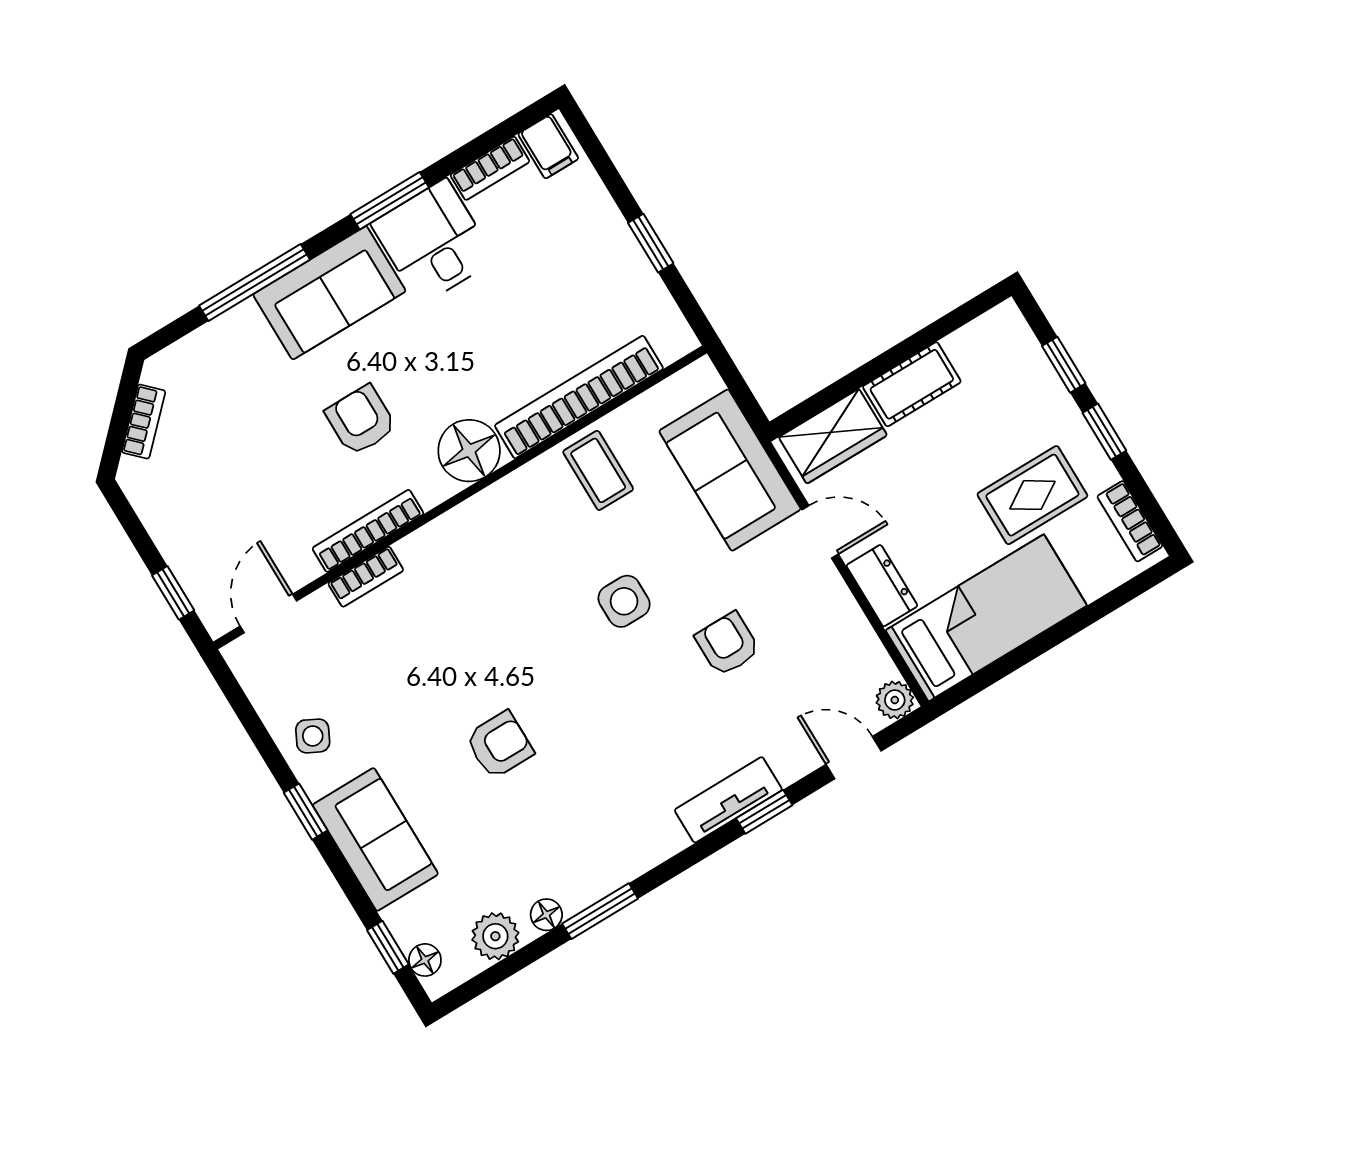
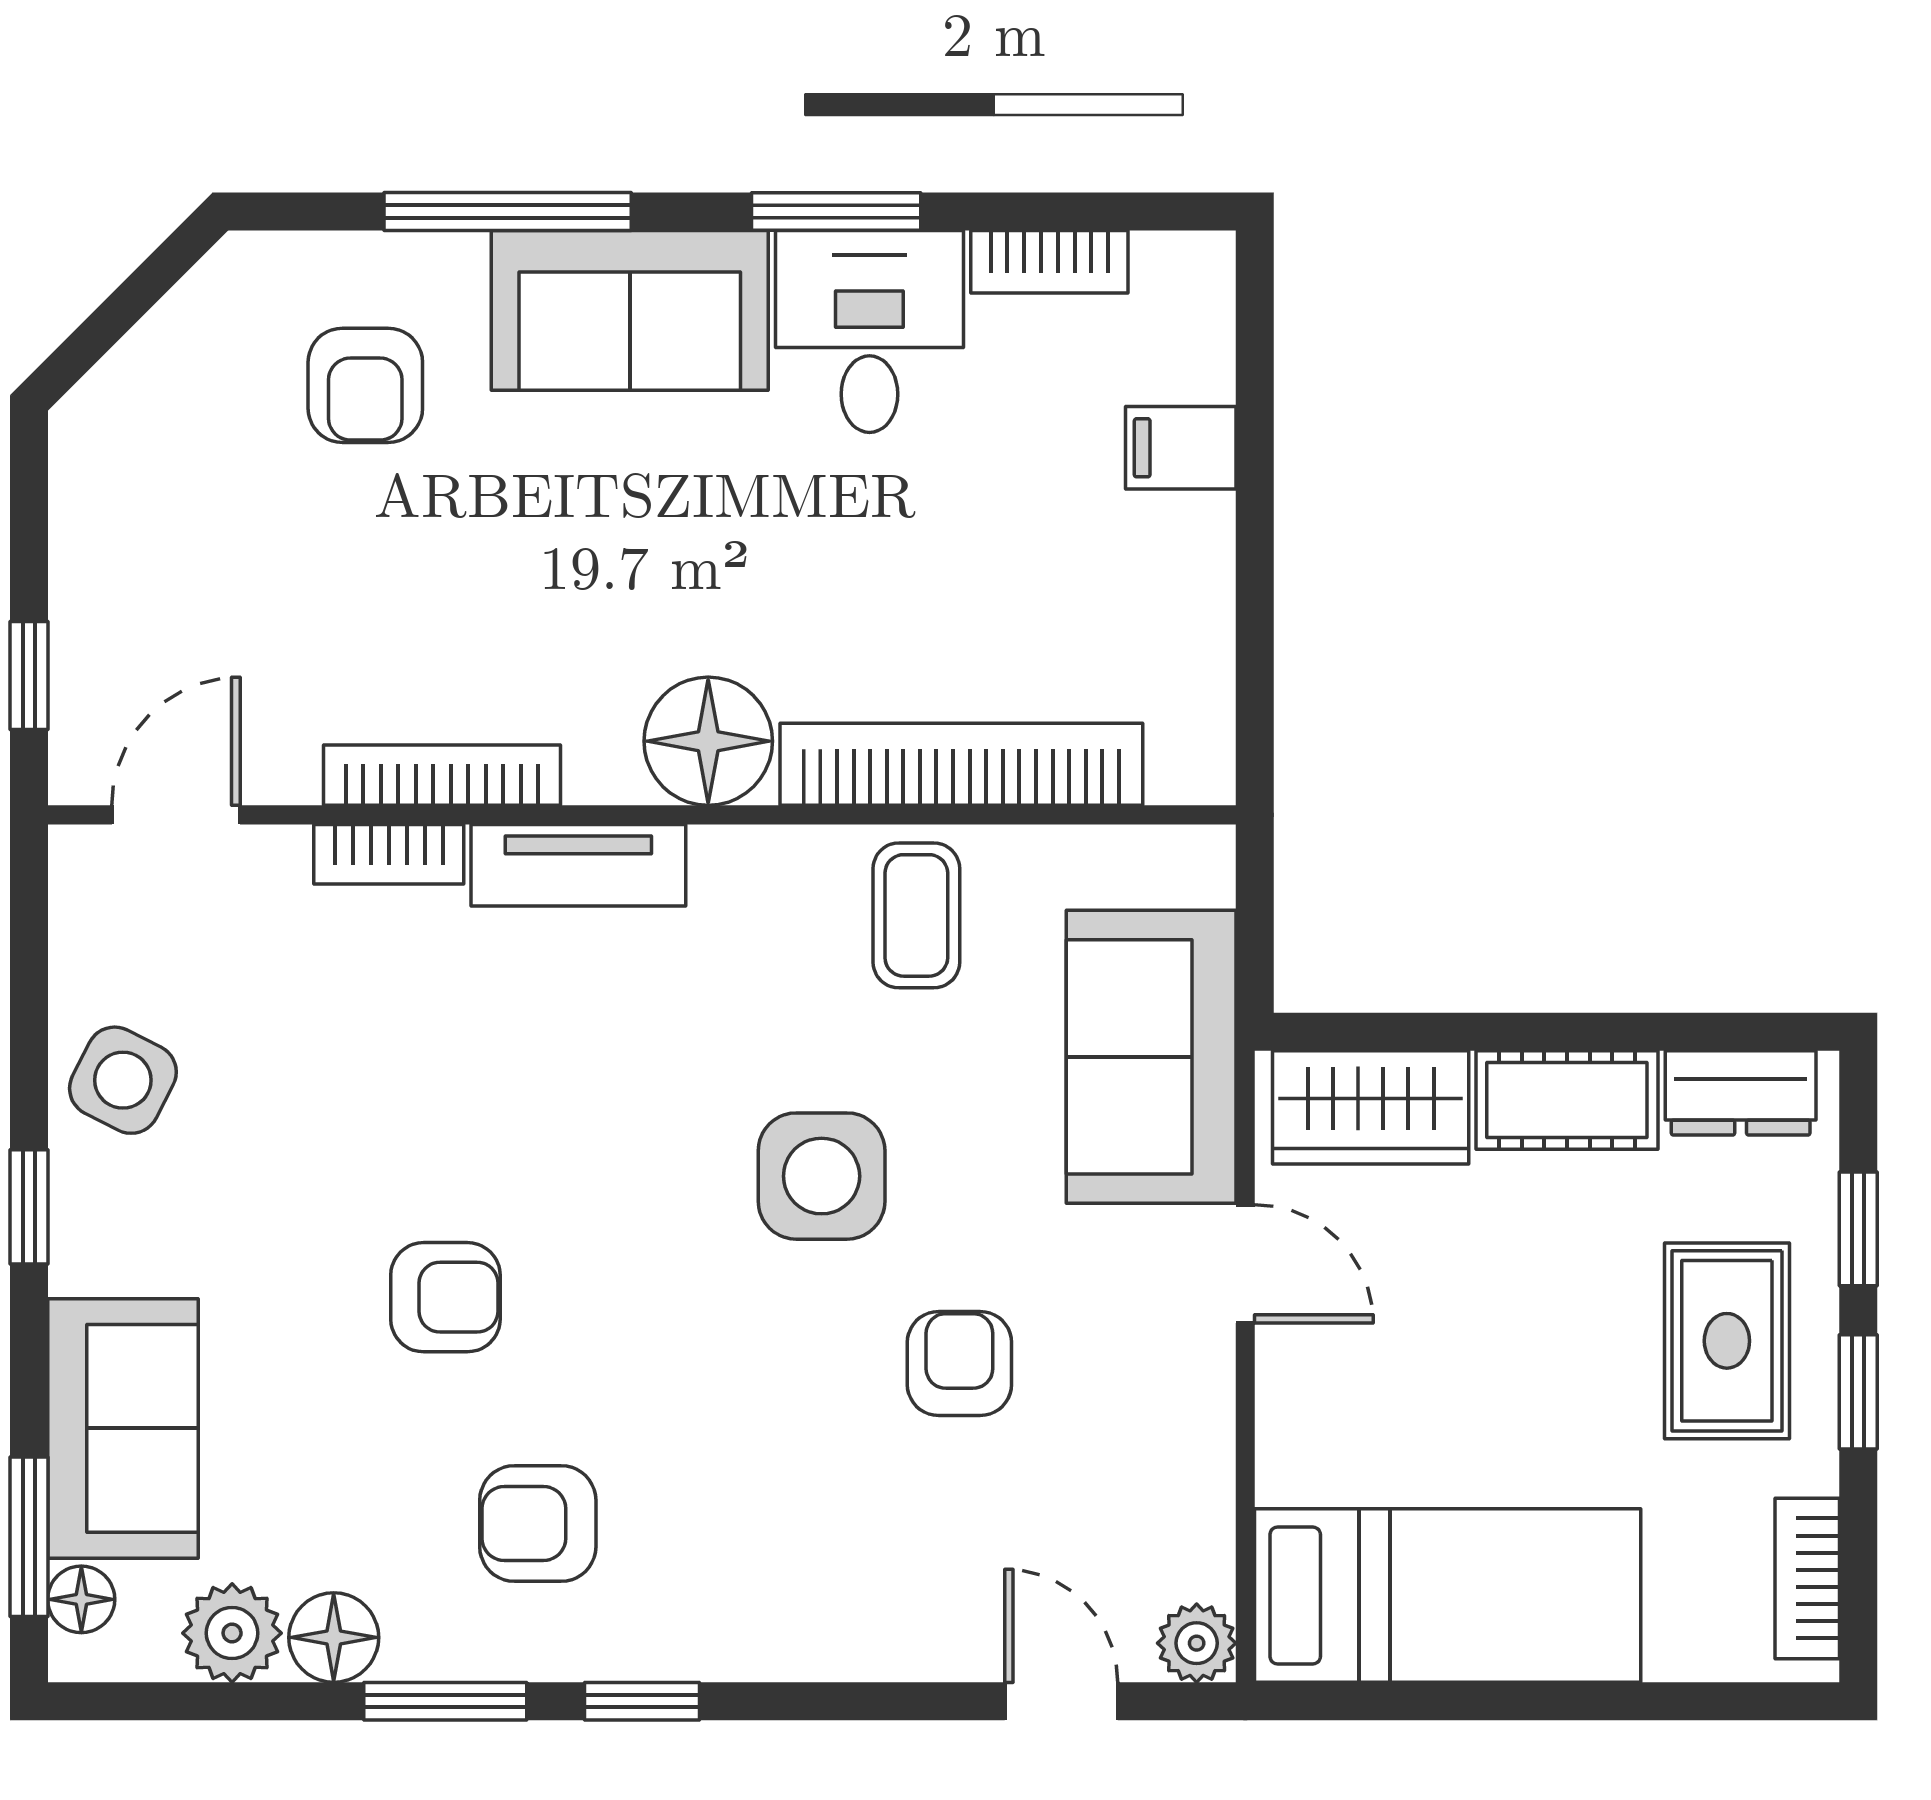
filing cabinet: (548, 146) -> (1181, 448), moved, turned 90
window: (651, 243) -> (1255, 568), removed
armchair: (361, 420) -> (365, 385), moved, turned 180
bookcase: (144, 422) -> (161, 339), removed
rug: (1032, 495) -> (1727, 1341), moved, turned 90
dresser: (882, 586) -> (1741, 1093), moved, turned 90
side table: (624, 601) -> (822, 1176), width x1.37, depth x1.37
side table: (313, 736) -> (123, 1080), width x1.37, depth x1.37
tv unit: (728, 800) -> (578, 865), moved, turned 180
window: (764, 812) -> (642, 1701), moved
armchair: (594, 815) -> (538, 1523), added
sofa: (375, 839) -> (123, 1428), moved
floor lamp: (546, 915) -> (334, 1637), width x1.37, depth x1.37
window: (388, 947) -> (29, 1537), width x1.50

